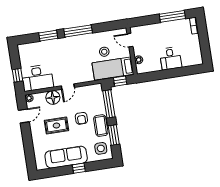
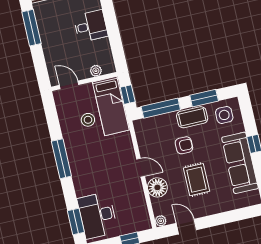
window: (48, 36) -> (76, 222), moved
door: (130, 40) -> (69, 85), swing flipped
desk: (37, 78) -> (97, 215), moved, turned 180

